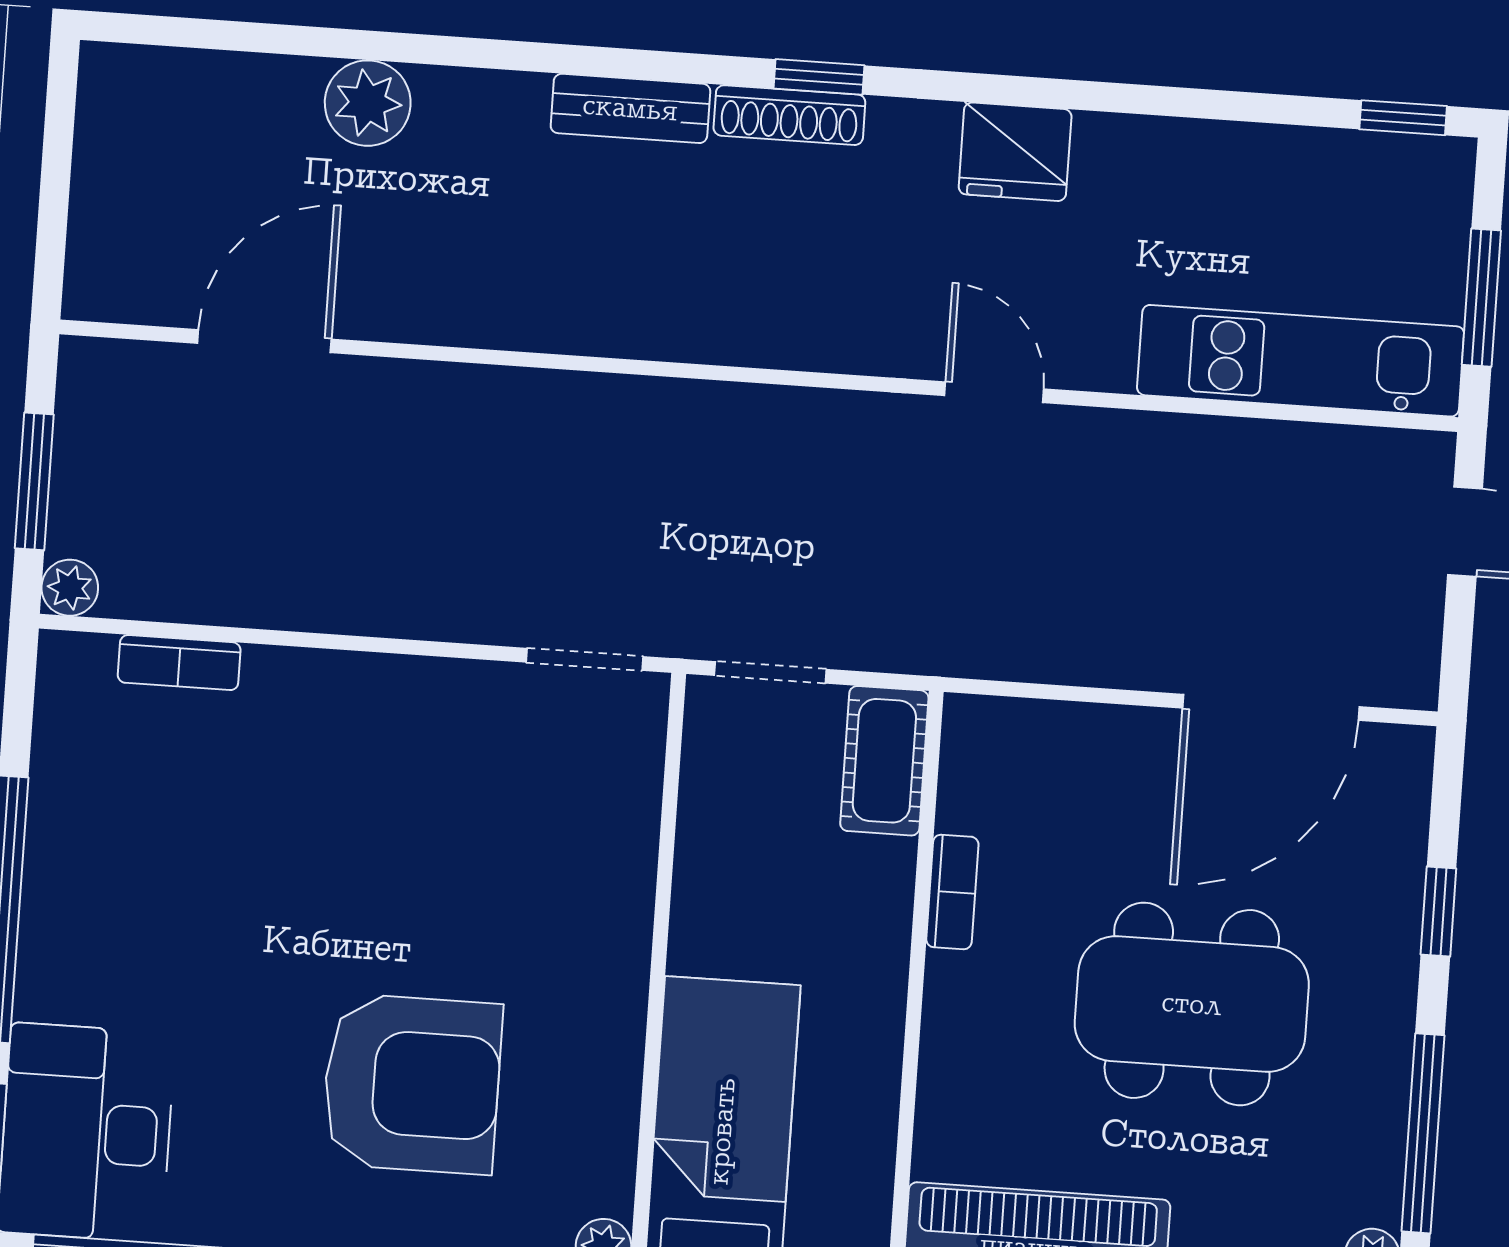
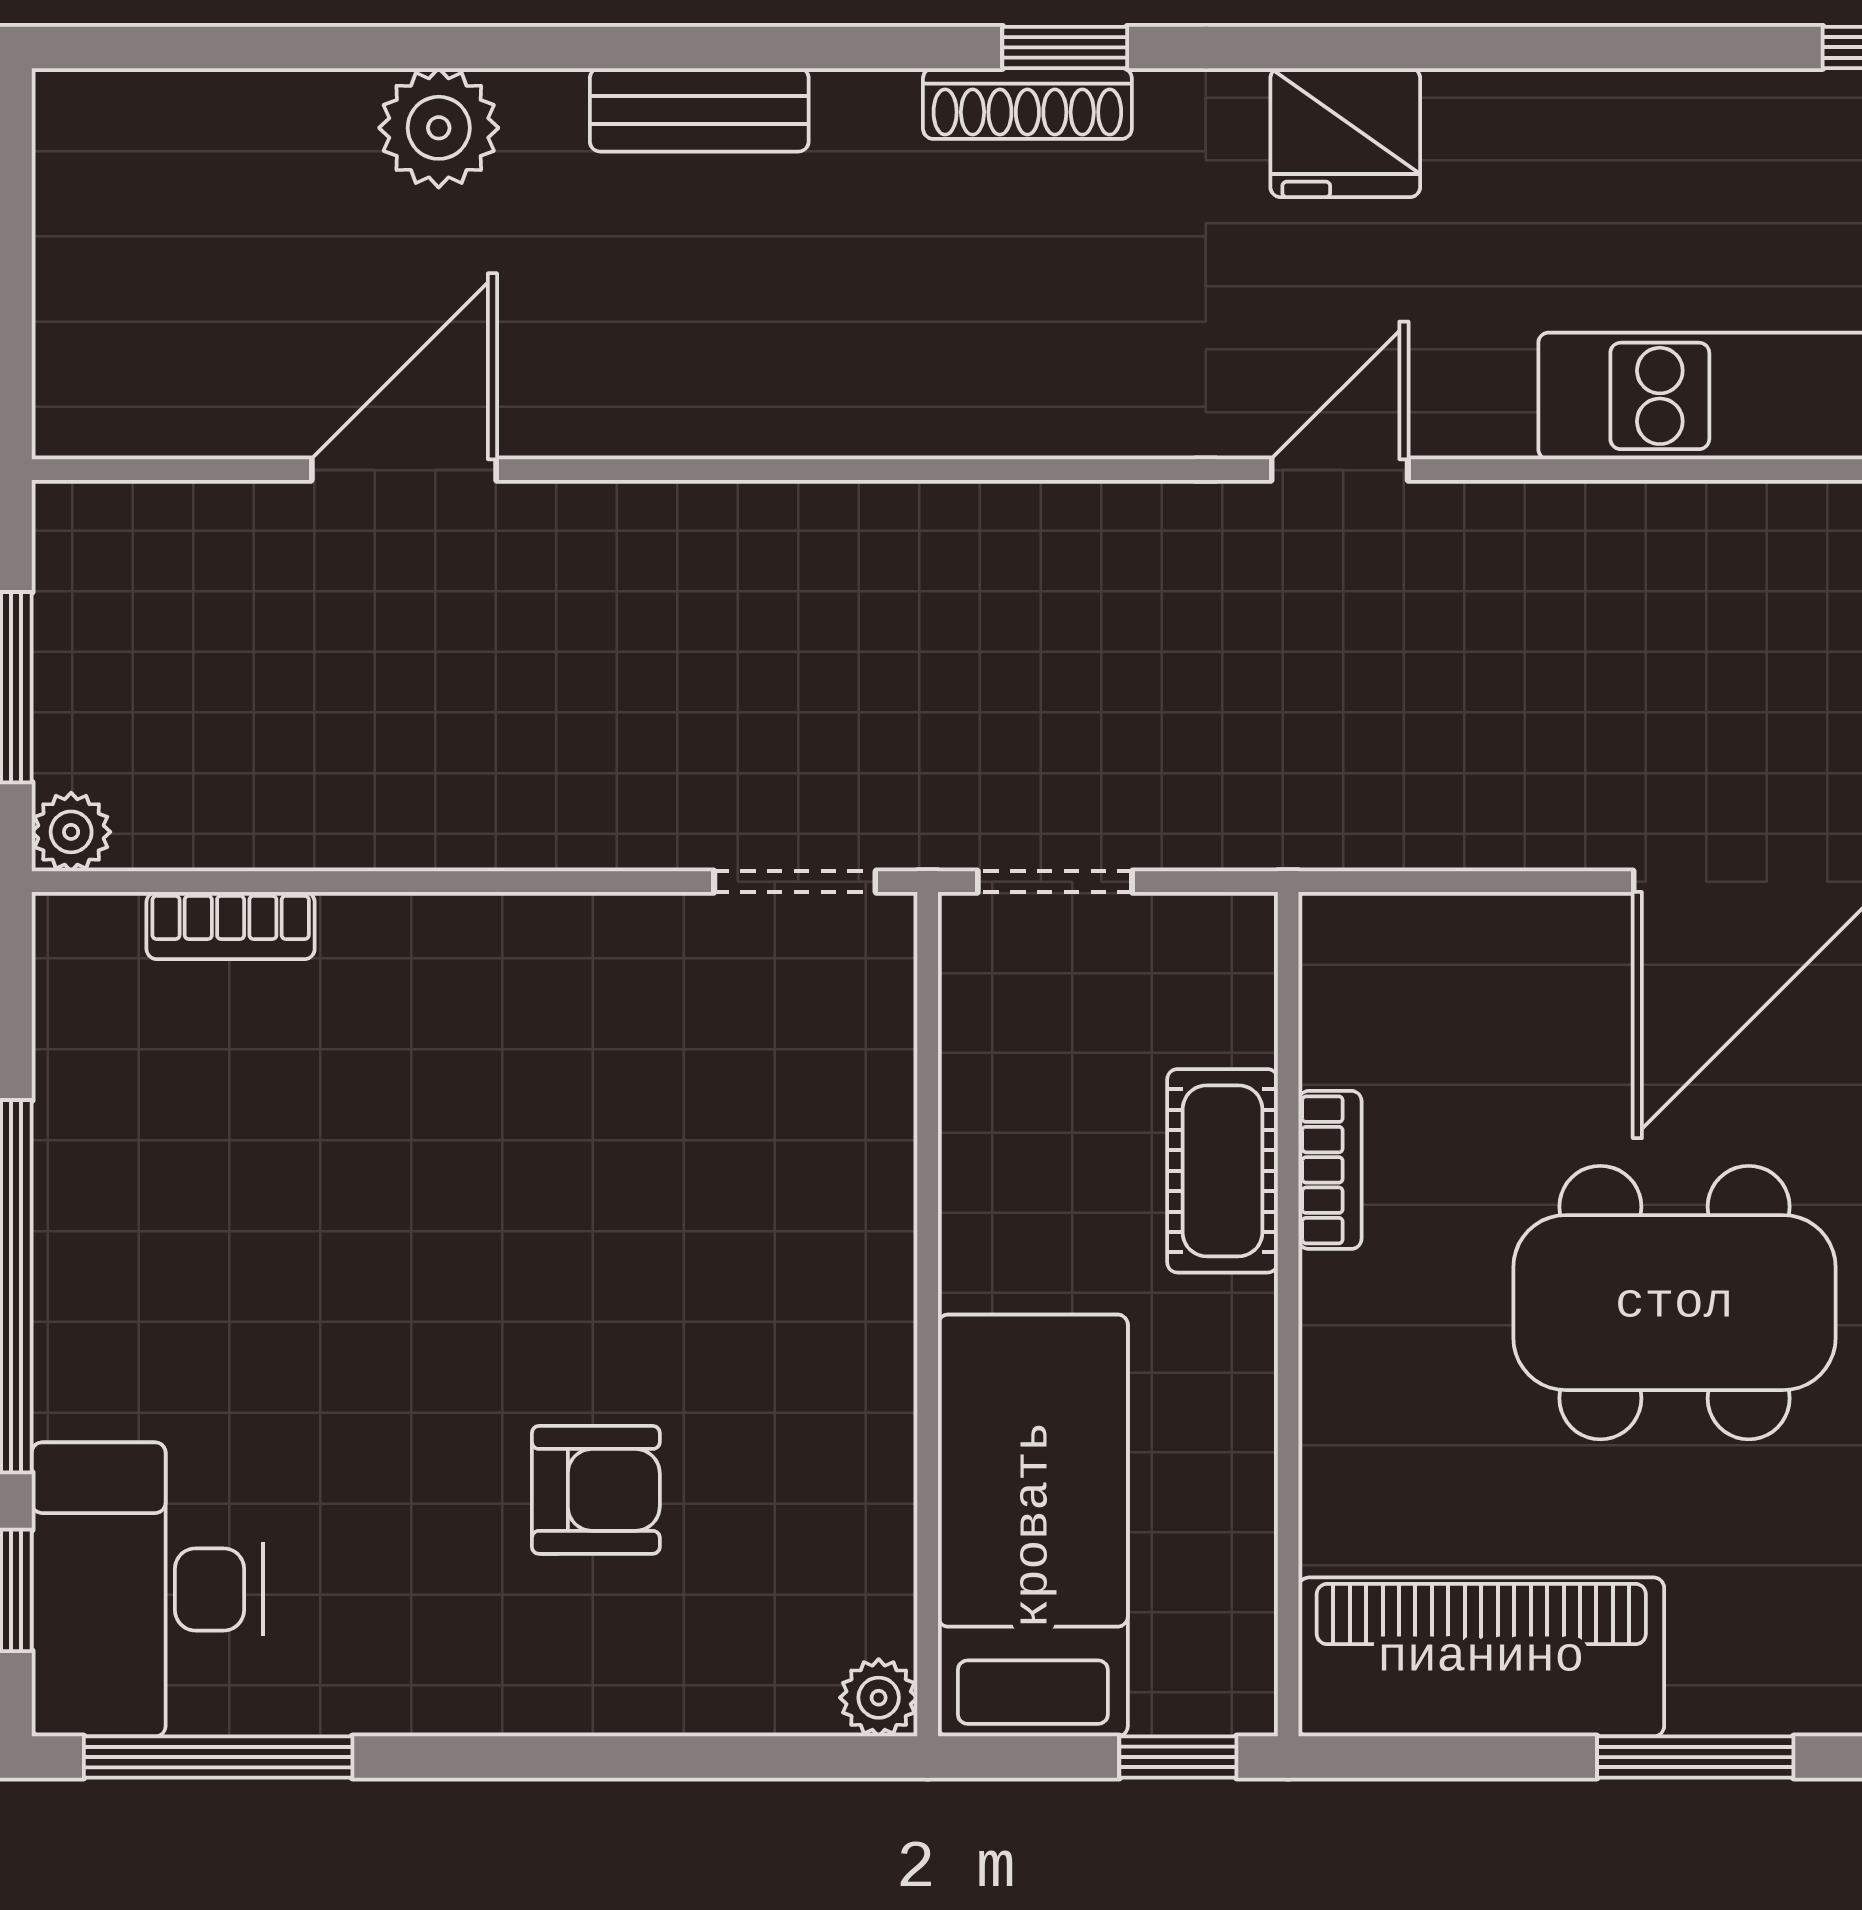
bench: (630, 108) -> (699, 110), moved
door: (264, 341) -> (404, 470), moved
door: (994, 392) -> (1340, 470), hinge flipped
cot: (884, 761) -> (1222, 1171), moved
armchair: (412, 1084) -> (596, 1490), width x0.53, depth x0.53

